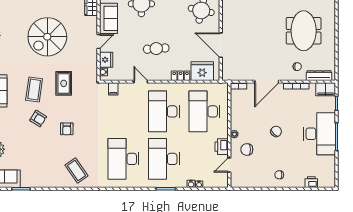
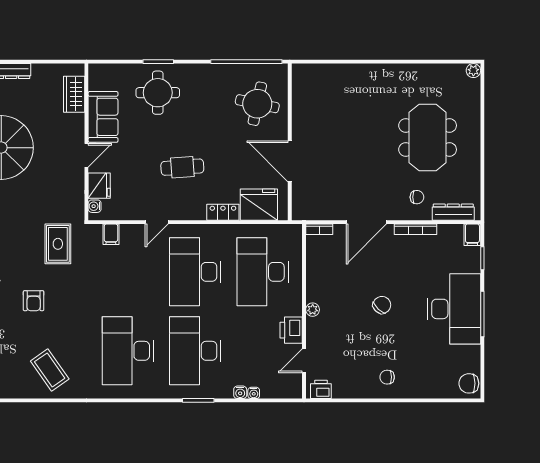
door: (141, 82) -> (157, 222), swing flipped
rug: (64, 83) -> (58, 244), moved
filing cabinet: (326, 89) -> (472, 235), width x0.50
chair: (247, 149) -> (469, 383), moved
printer: (311, 182) -> (321, 389), moved

